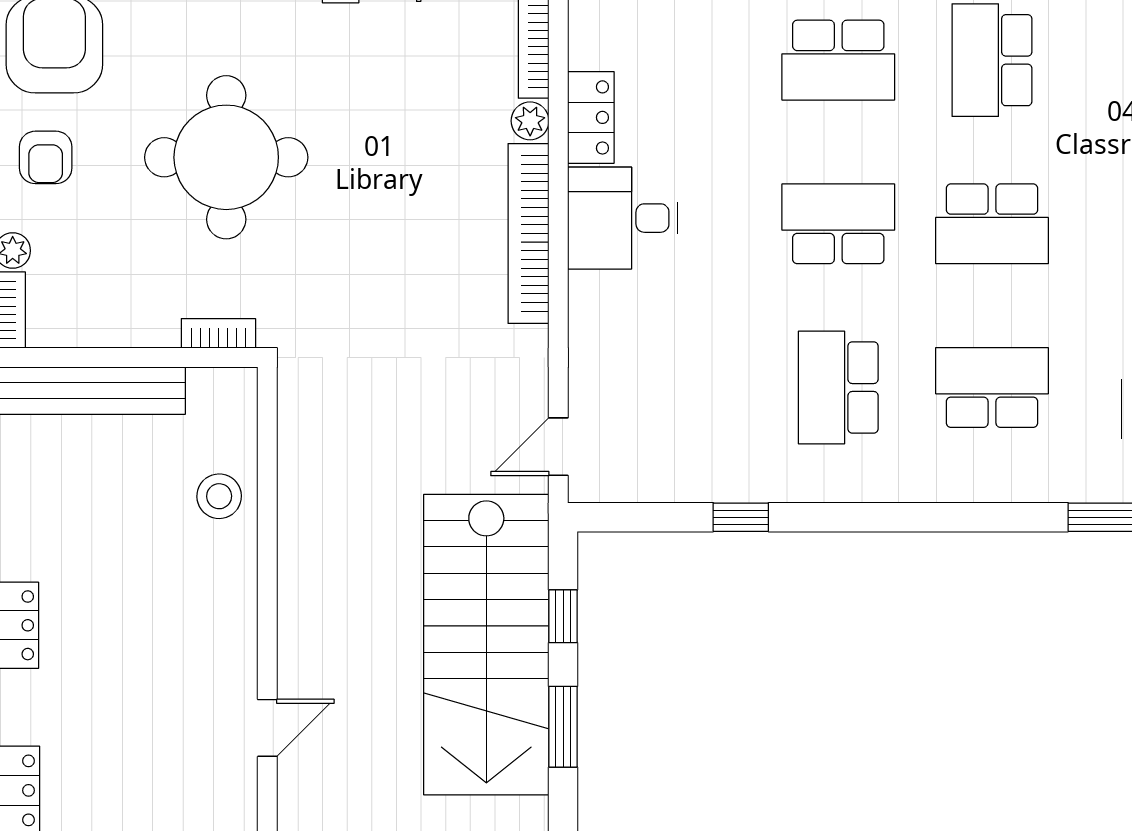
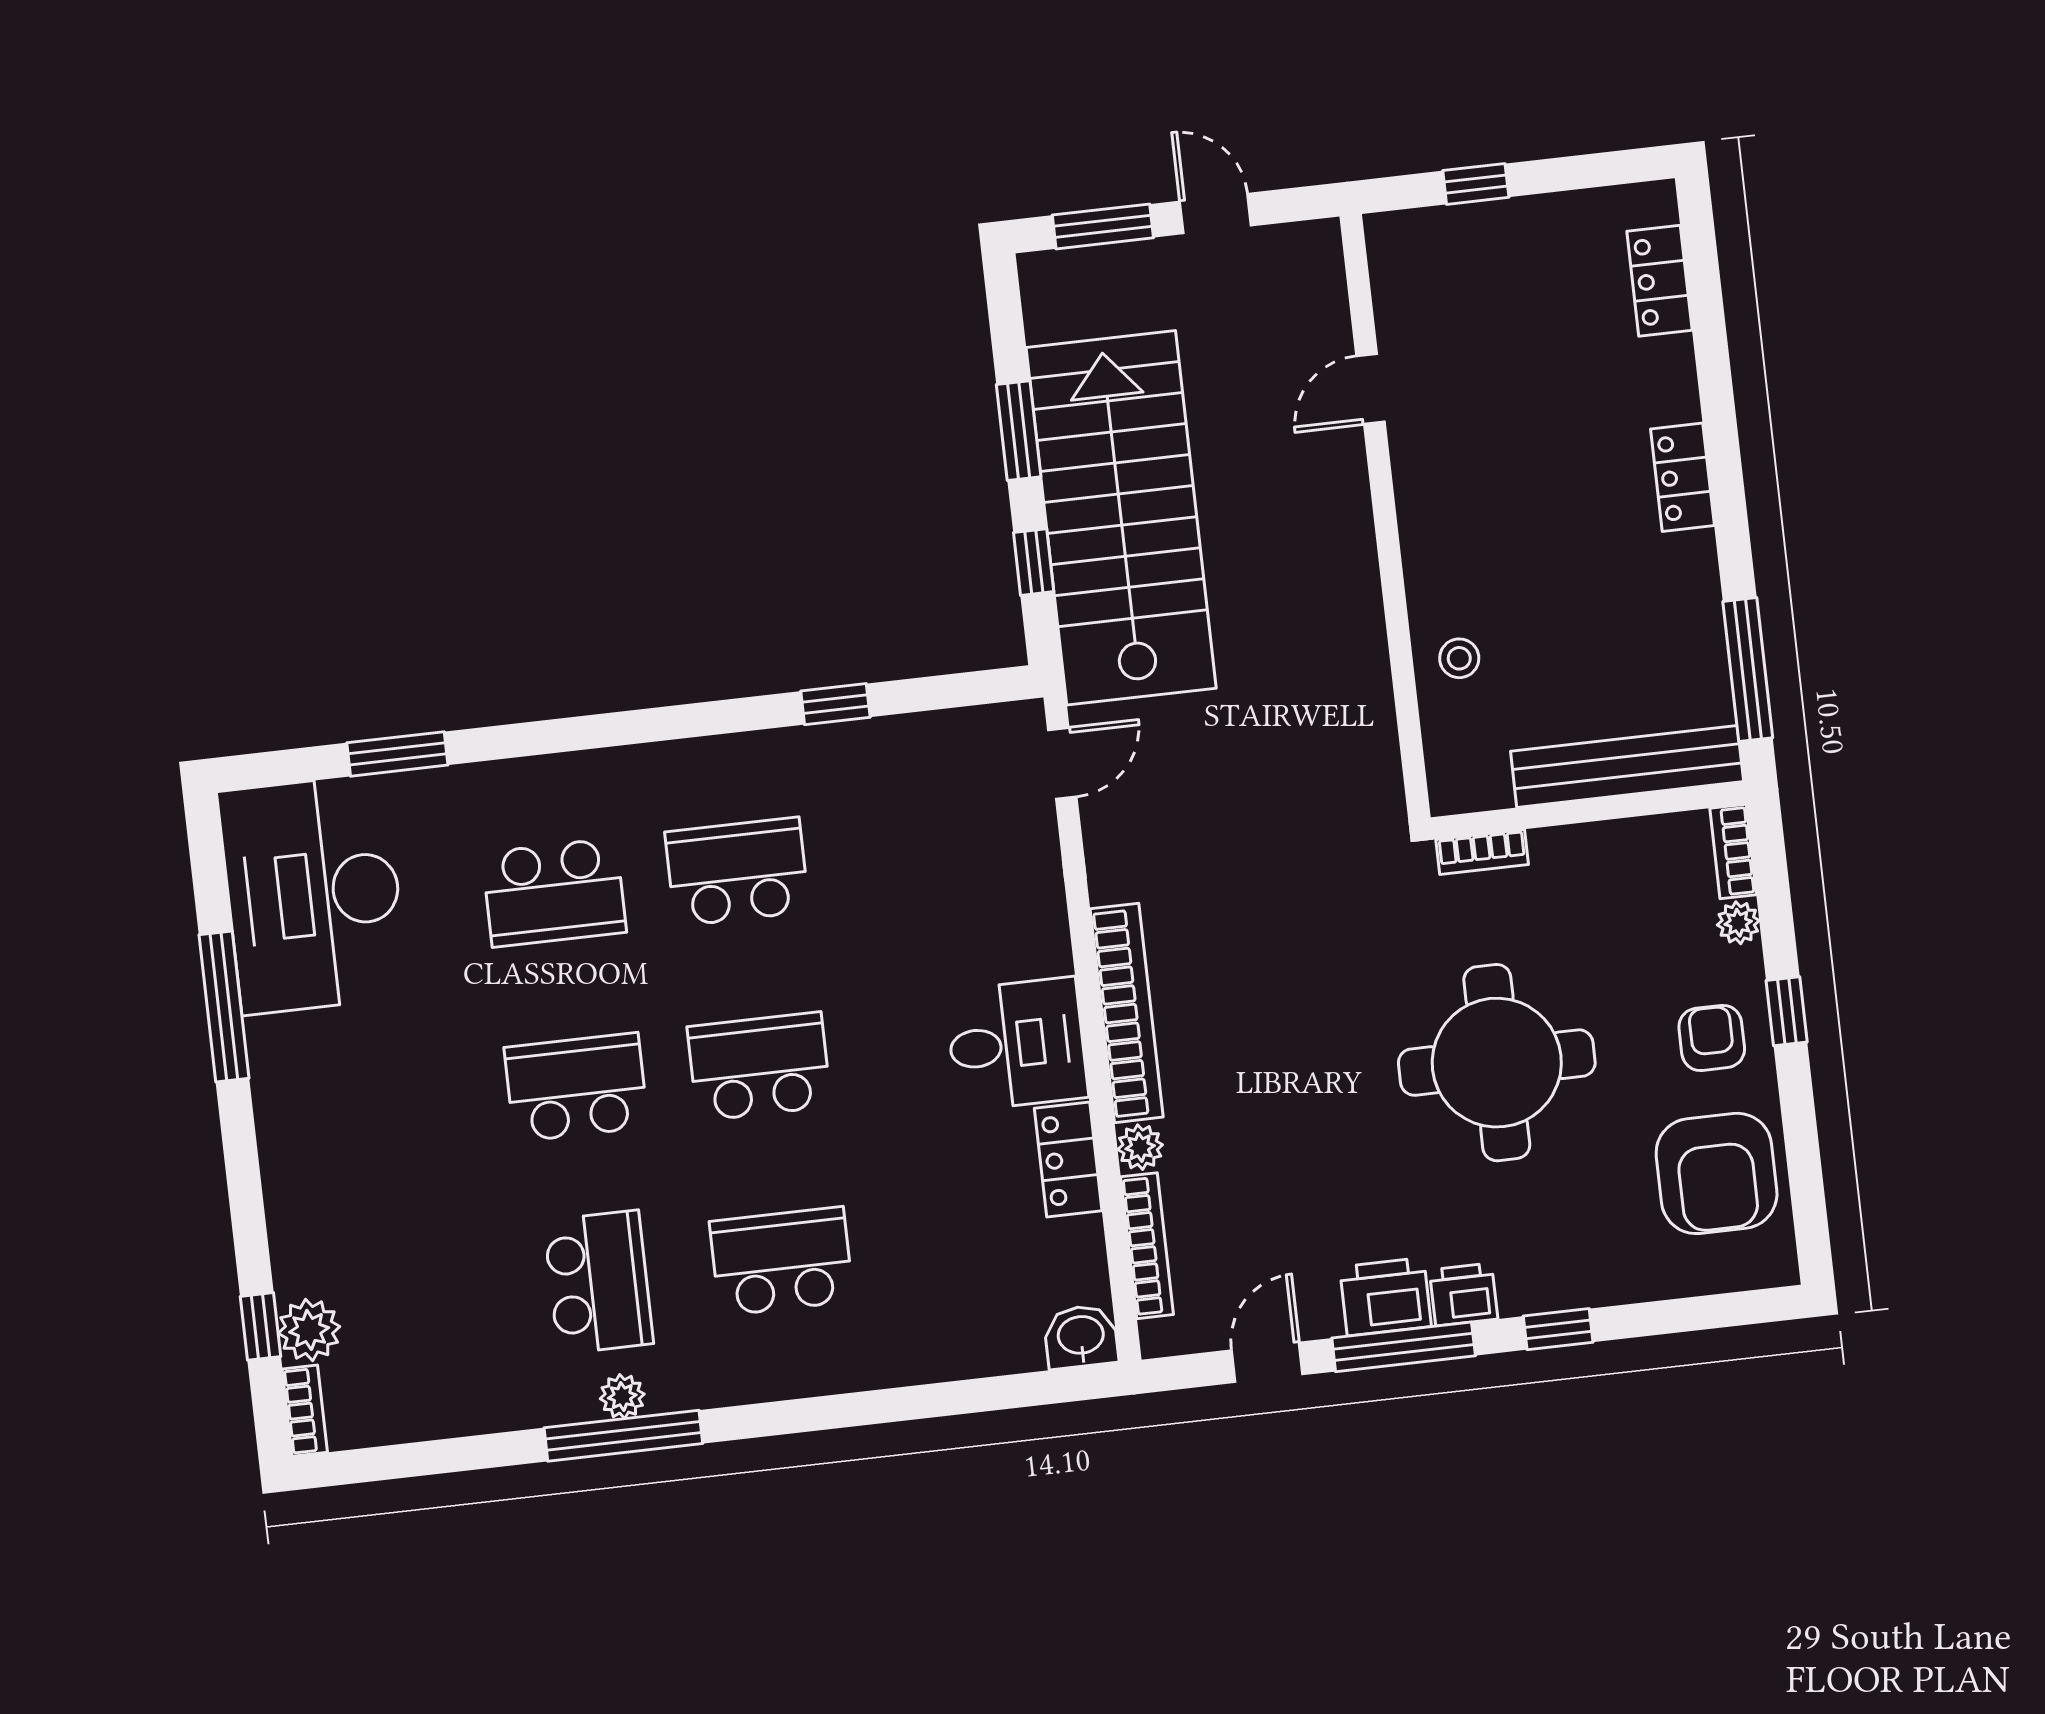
school desk: (838, 224) -> (759, 1066), turned 180
school desk: (838, 387) -> (737, 872), turned -90
stool: (219, 496) -> (1459, 658), width x0.73, depth x0.73

